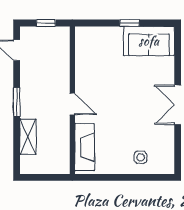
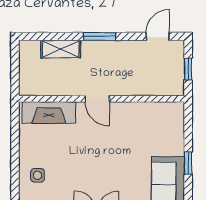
door: (72, 104) -> (97, 99), hinge flipped

